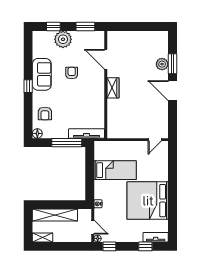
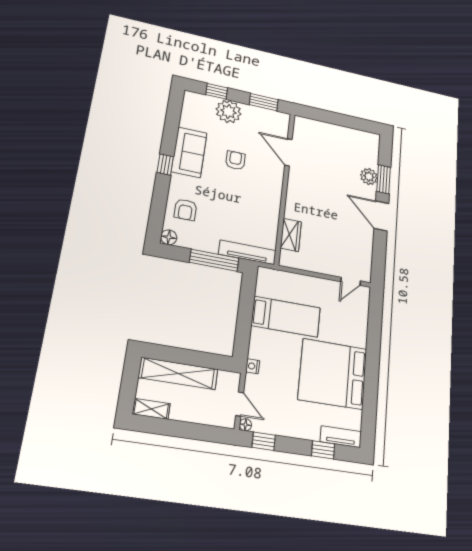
wardrobe: (113, 88) -> (291, 235), moved

